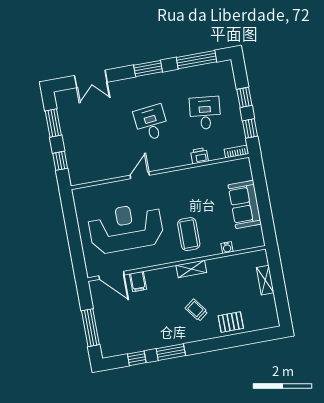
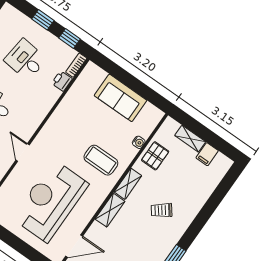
printer: (199, 156) -> (62, 81), moved
shelving: (161, 275) -> (110, 210), added
filing cabinet: (138, 281) -> (207, 154), moved, turned 90
pallet: (231, 322) -> (155, 156), moved

